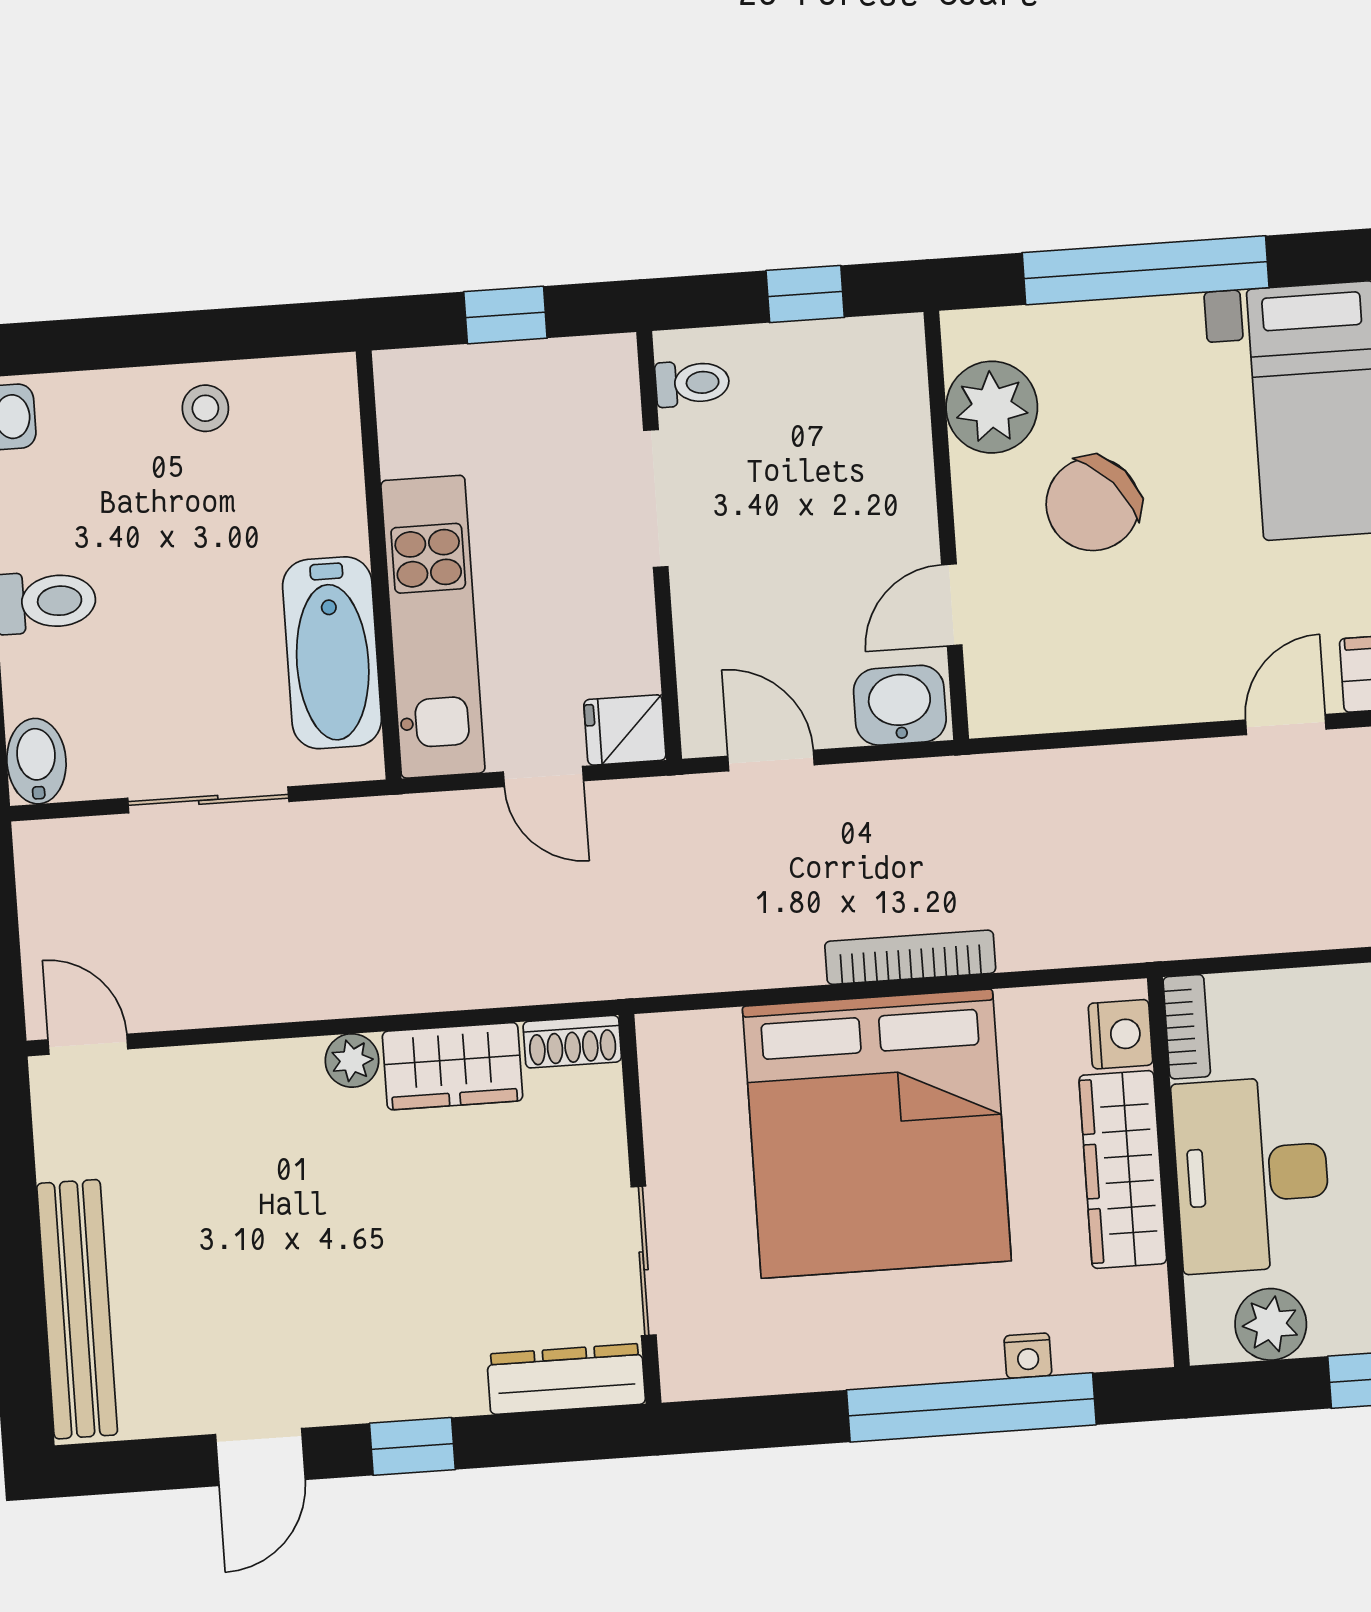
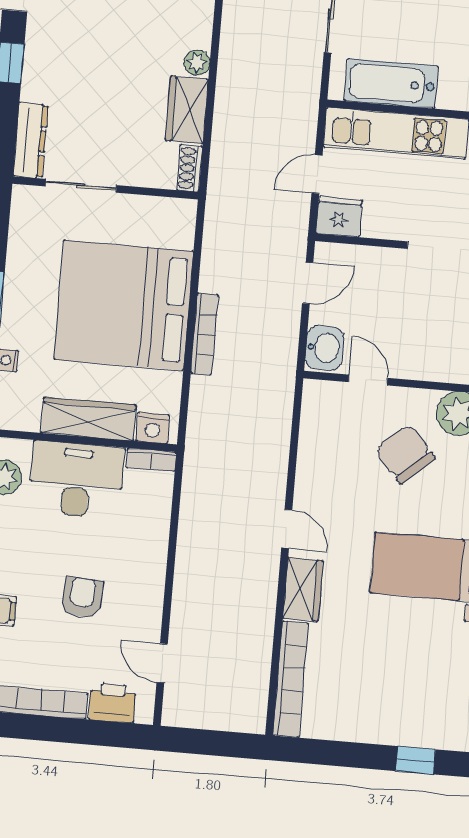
fridge: (625, 730) -> (339, 217), width x1.38

